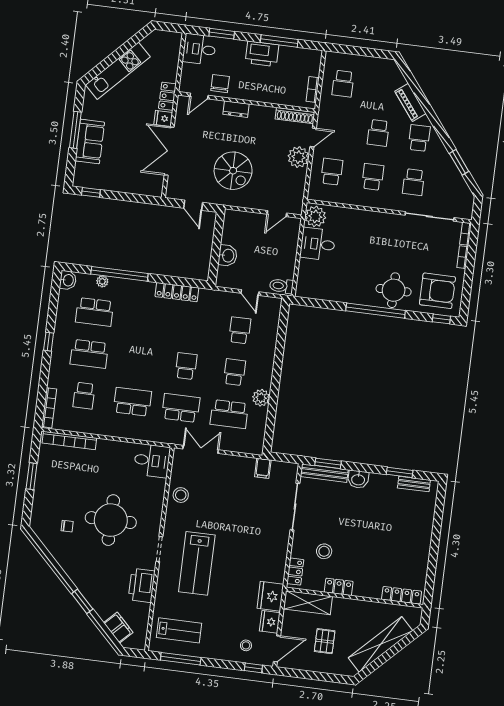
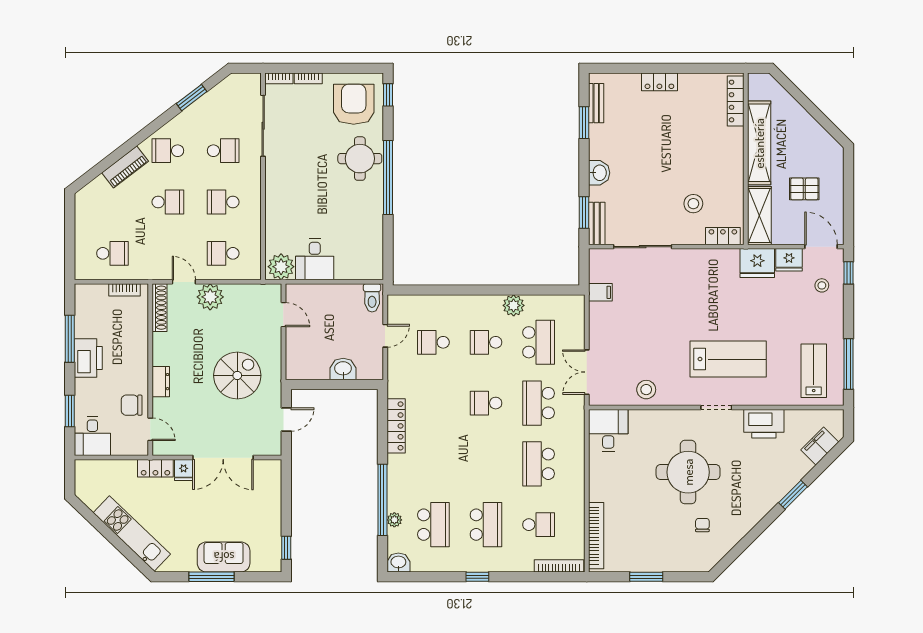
bench: (324, 473) -> (597, 223), width x0.73
locker: (339, 587) -> (659, 82), moved, turned -90
shelving: (380, 644) -> (759, 143), moved, turned 45

